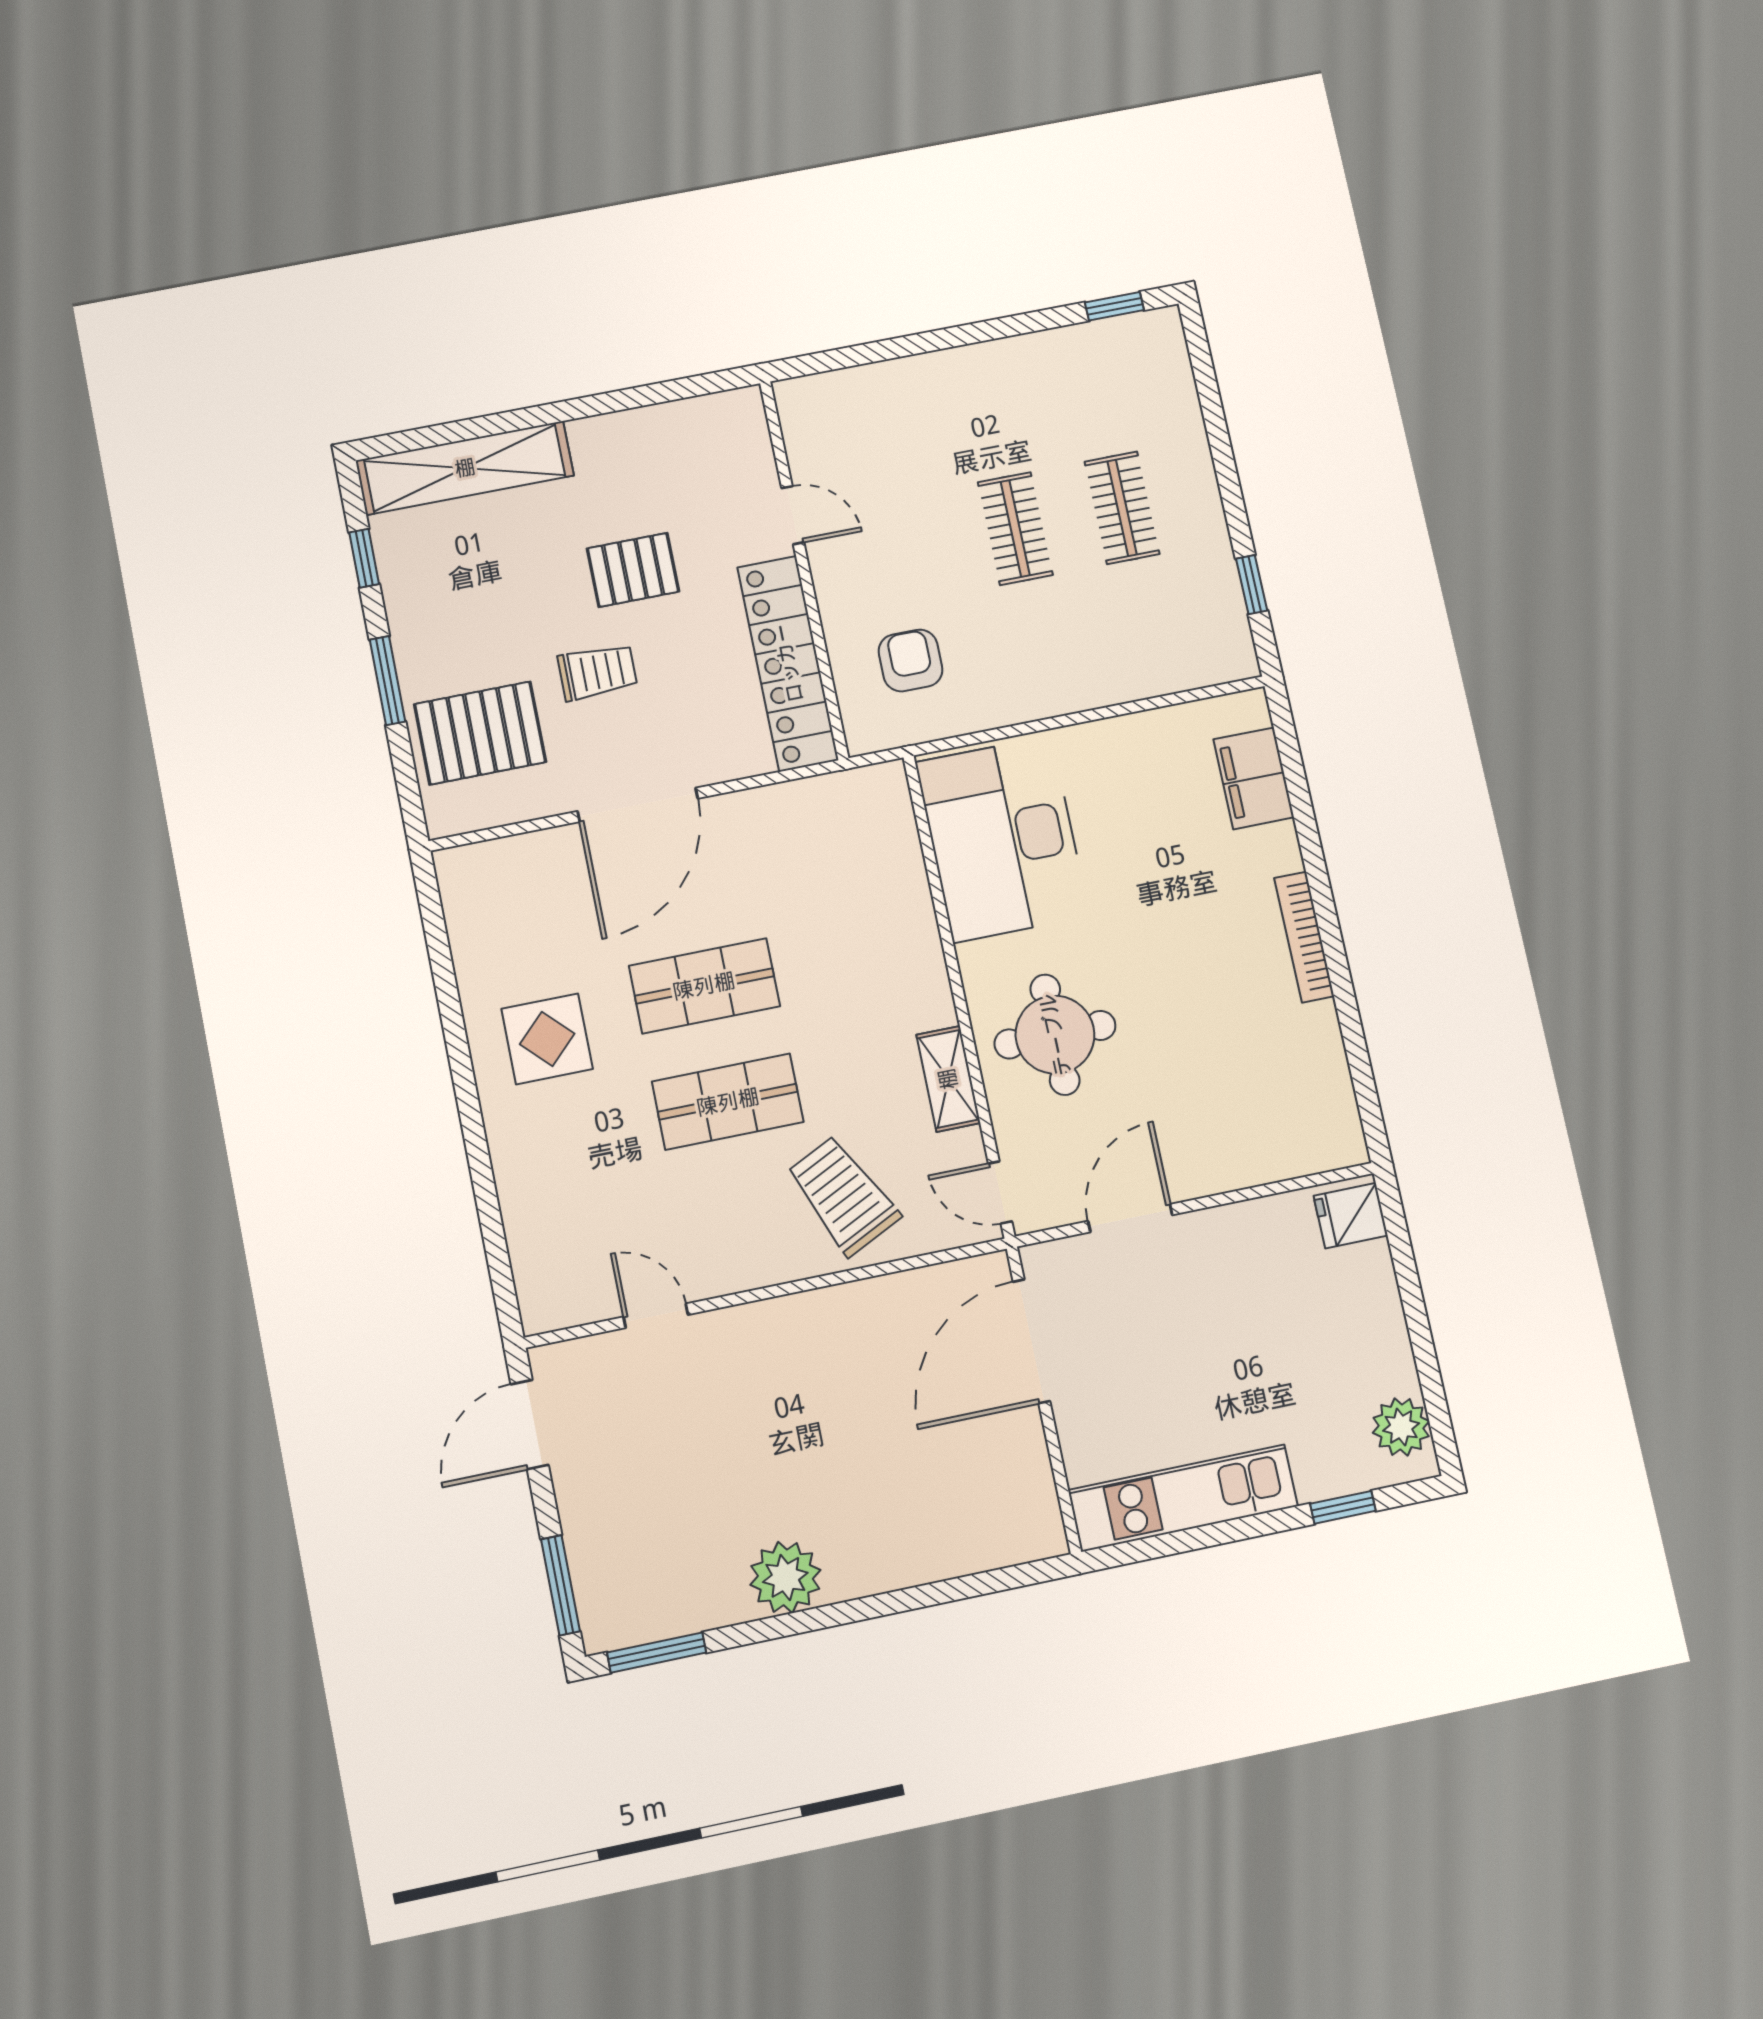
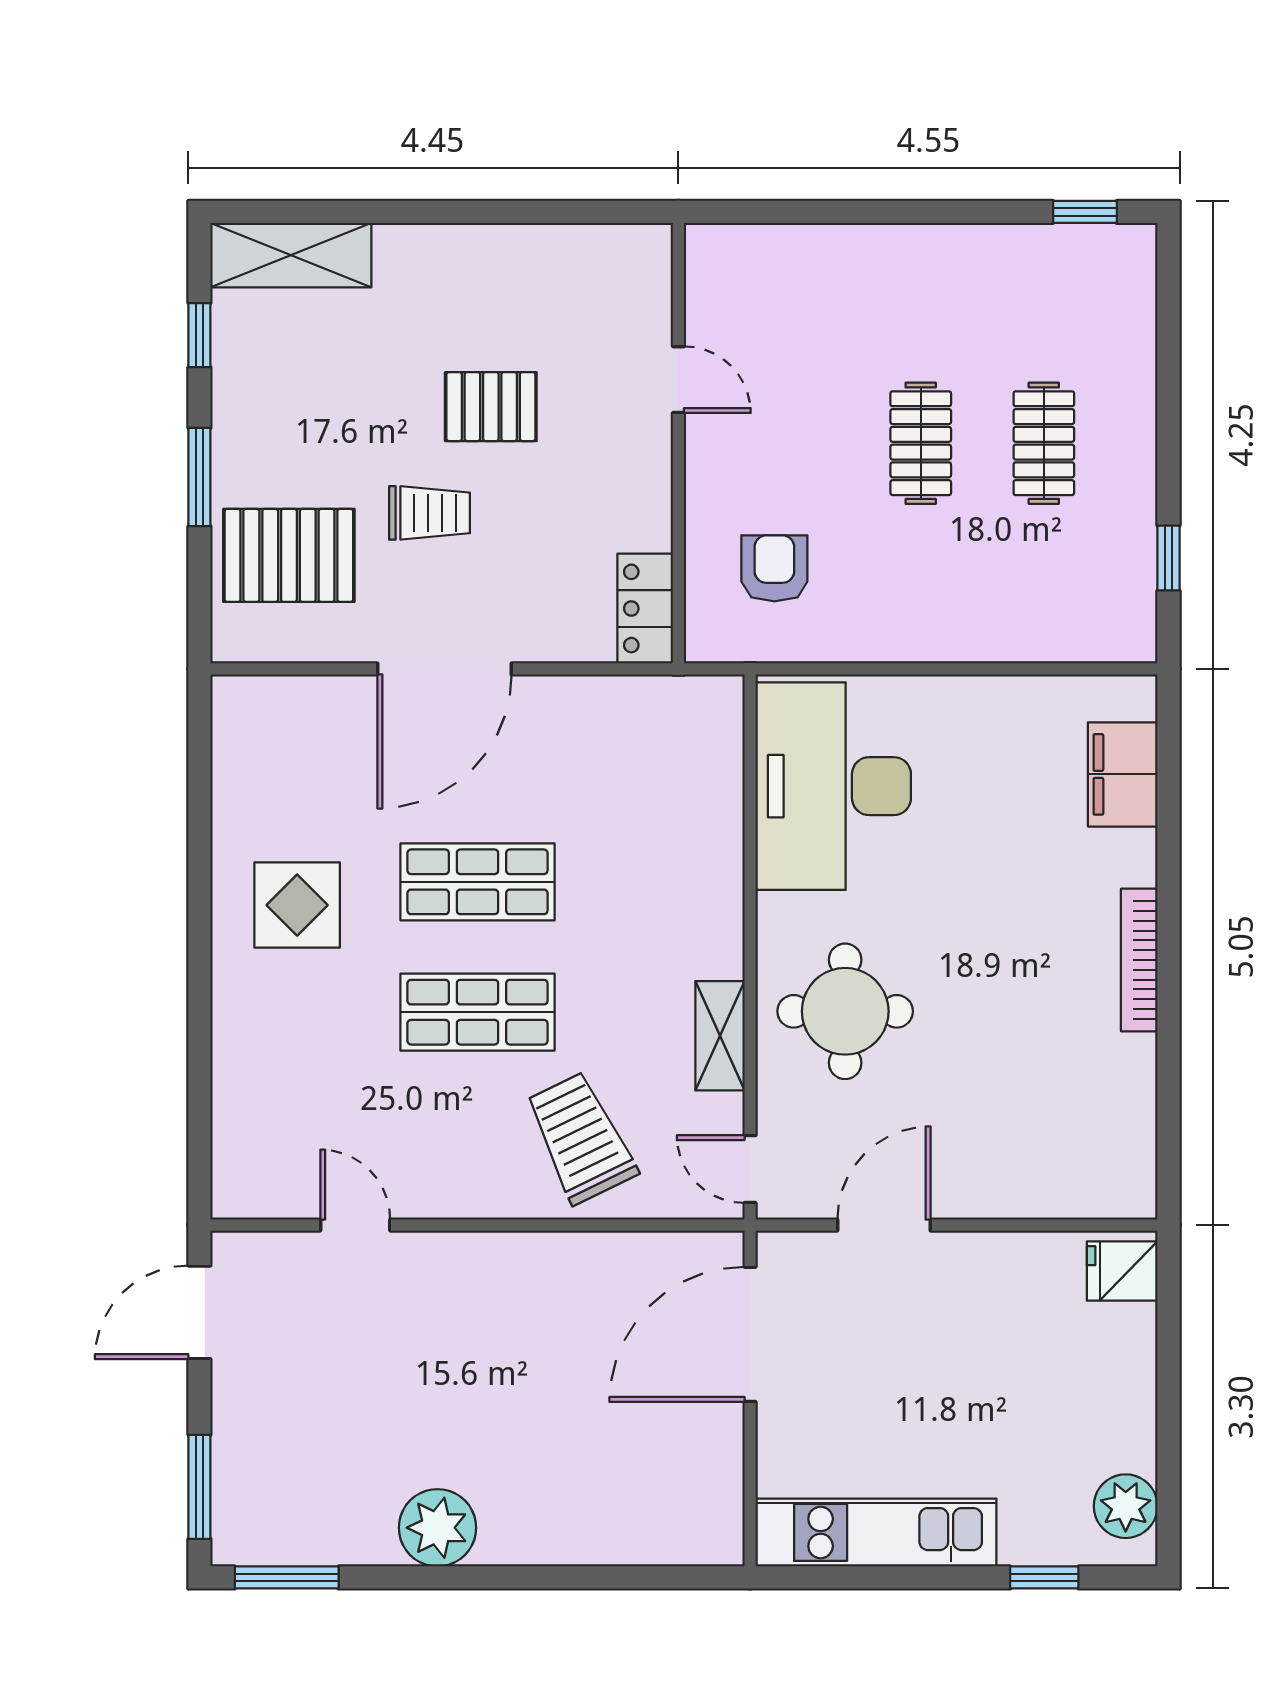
shelving: (465, 468) -> (291, 255), width x0.68
locker: (788, 663) -> (645, 608), width x0.46, depth x0.83

